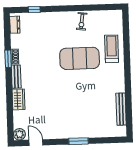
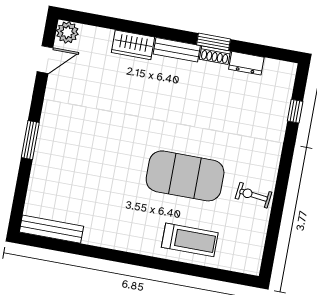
dresser: (15, 25) -> (246, 63), moved
exercise mat: (80, 58) -> (185, 176), turned 90
bench: (121, 109) -> (51, 229), moved

